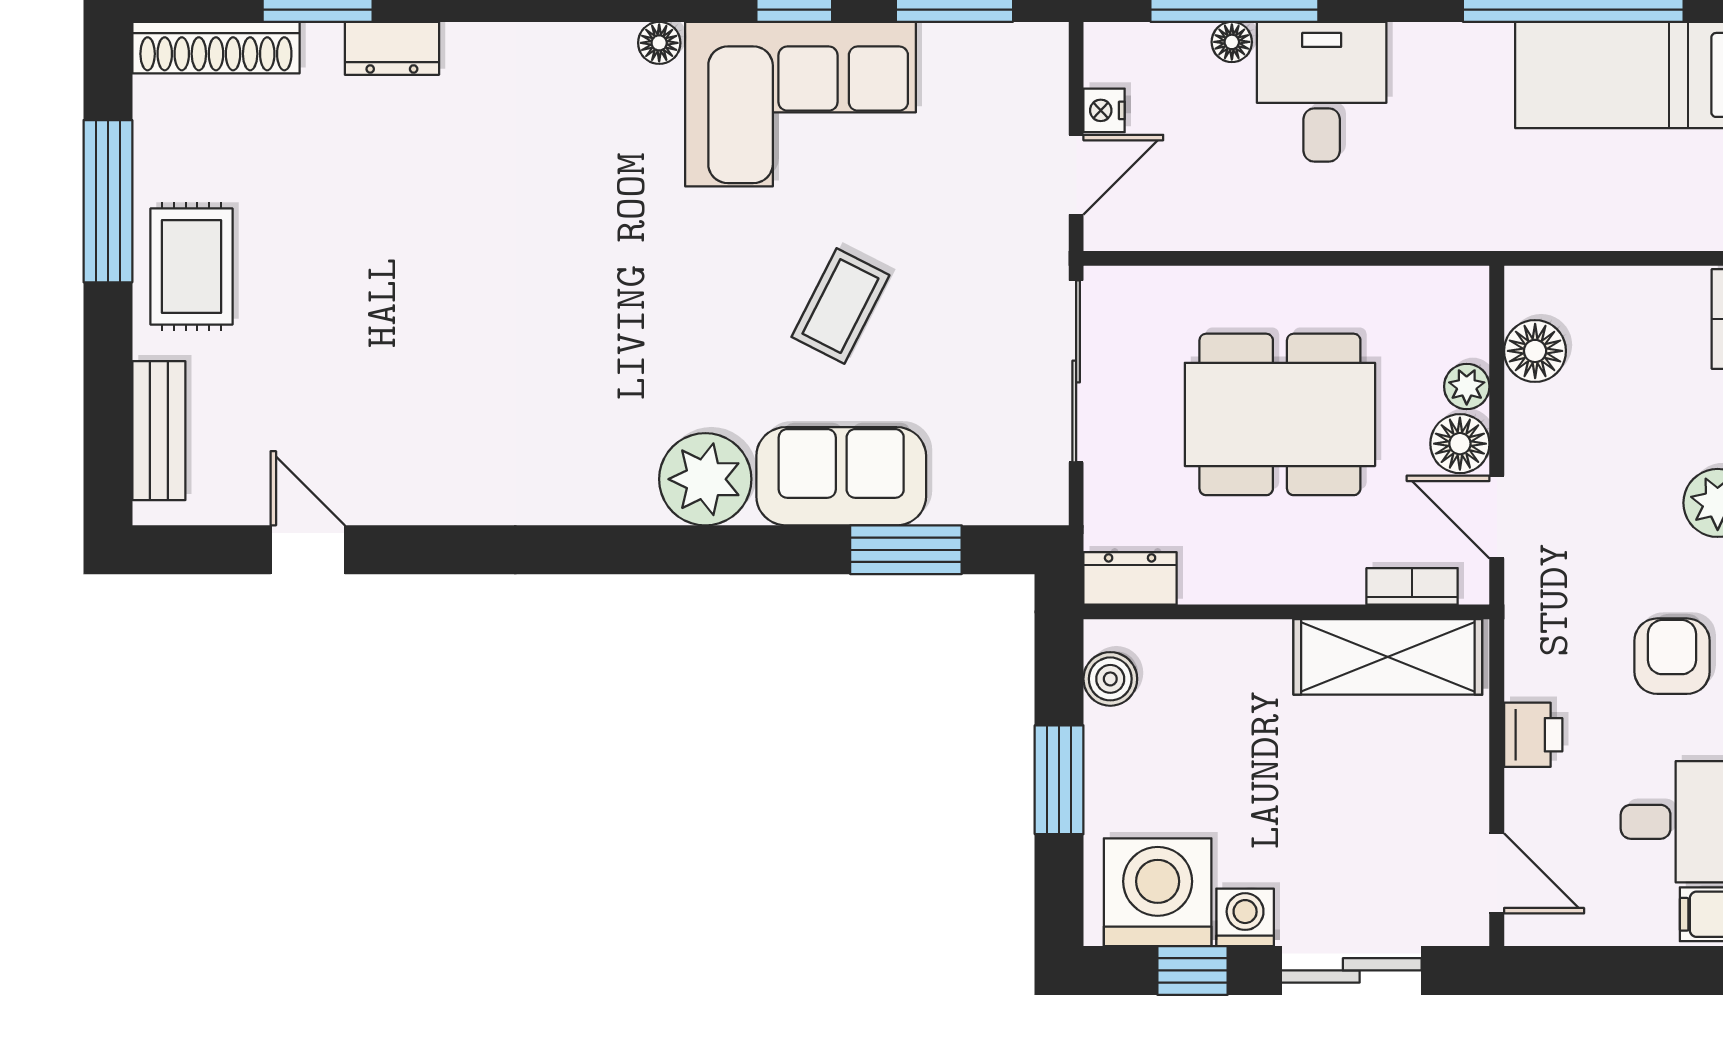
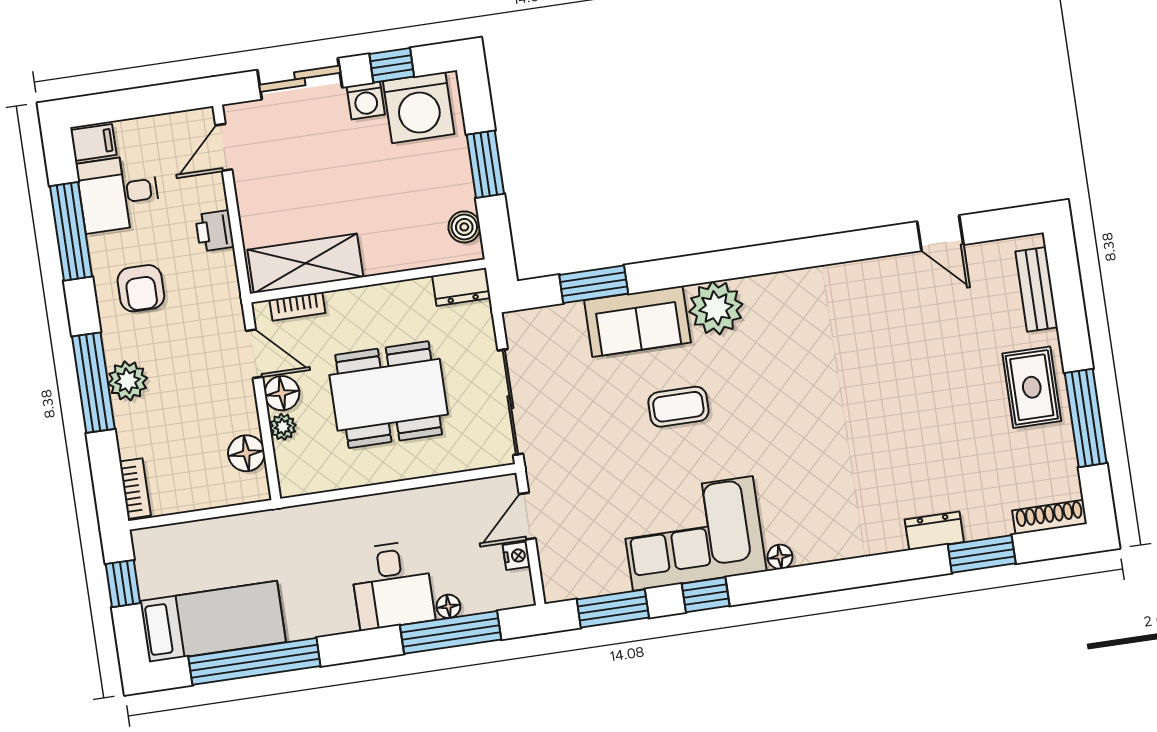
shoe rack: (216, 48) -> (1050, 517), width x0.74, depth x0.81
coffee table: (840, 306) -> (678, 407), moved, turned 63
door: (1497, 873) -> (224, 147), hinge flipped

